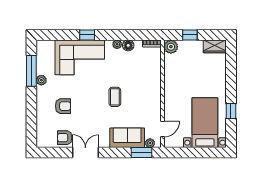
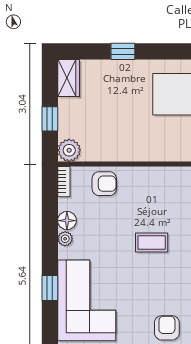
armchair: (151, 68) -> (104, 184), added
window: (231, 111) -> (123, 51), moved

